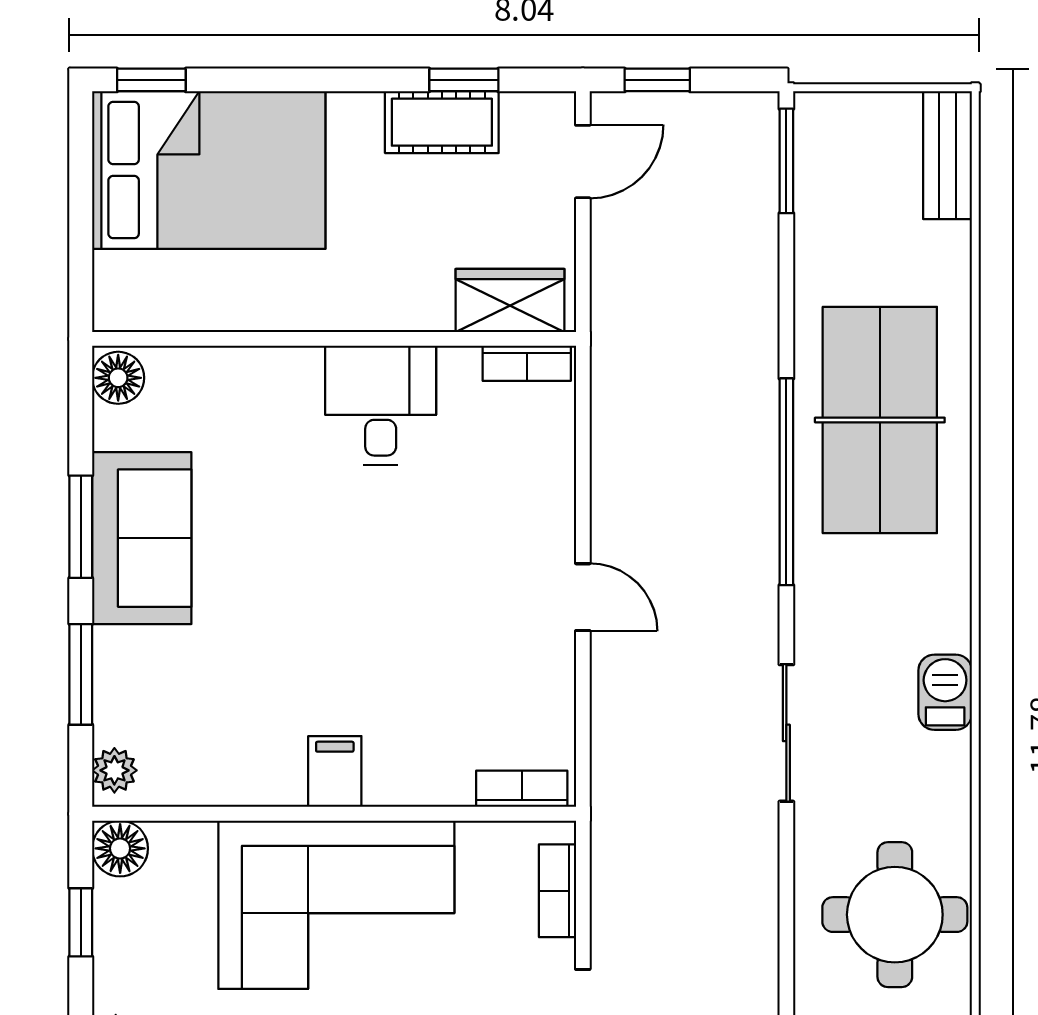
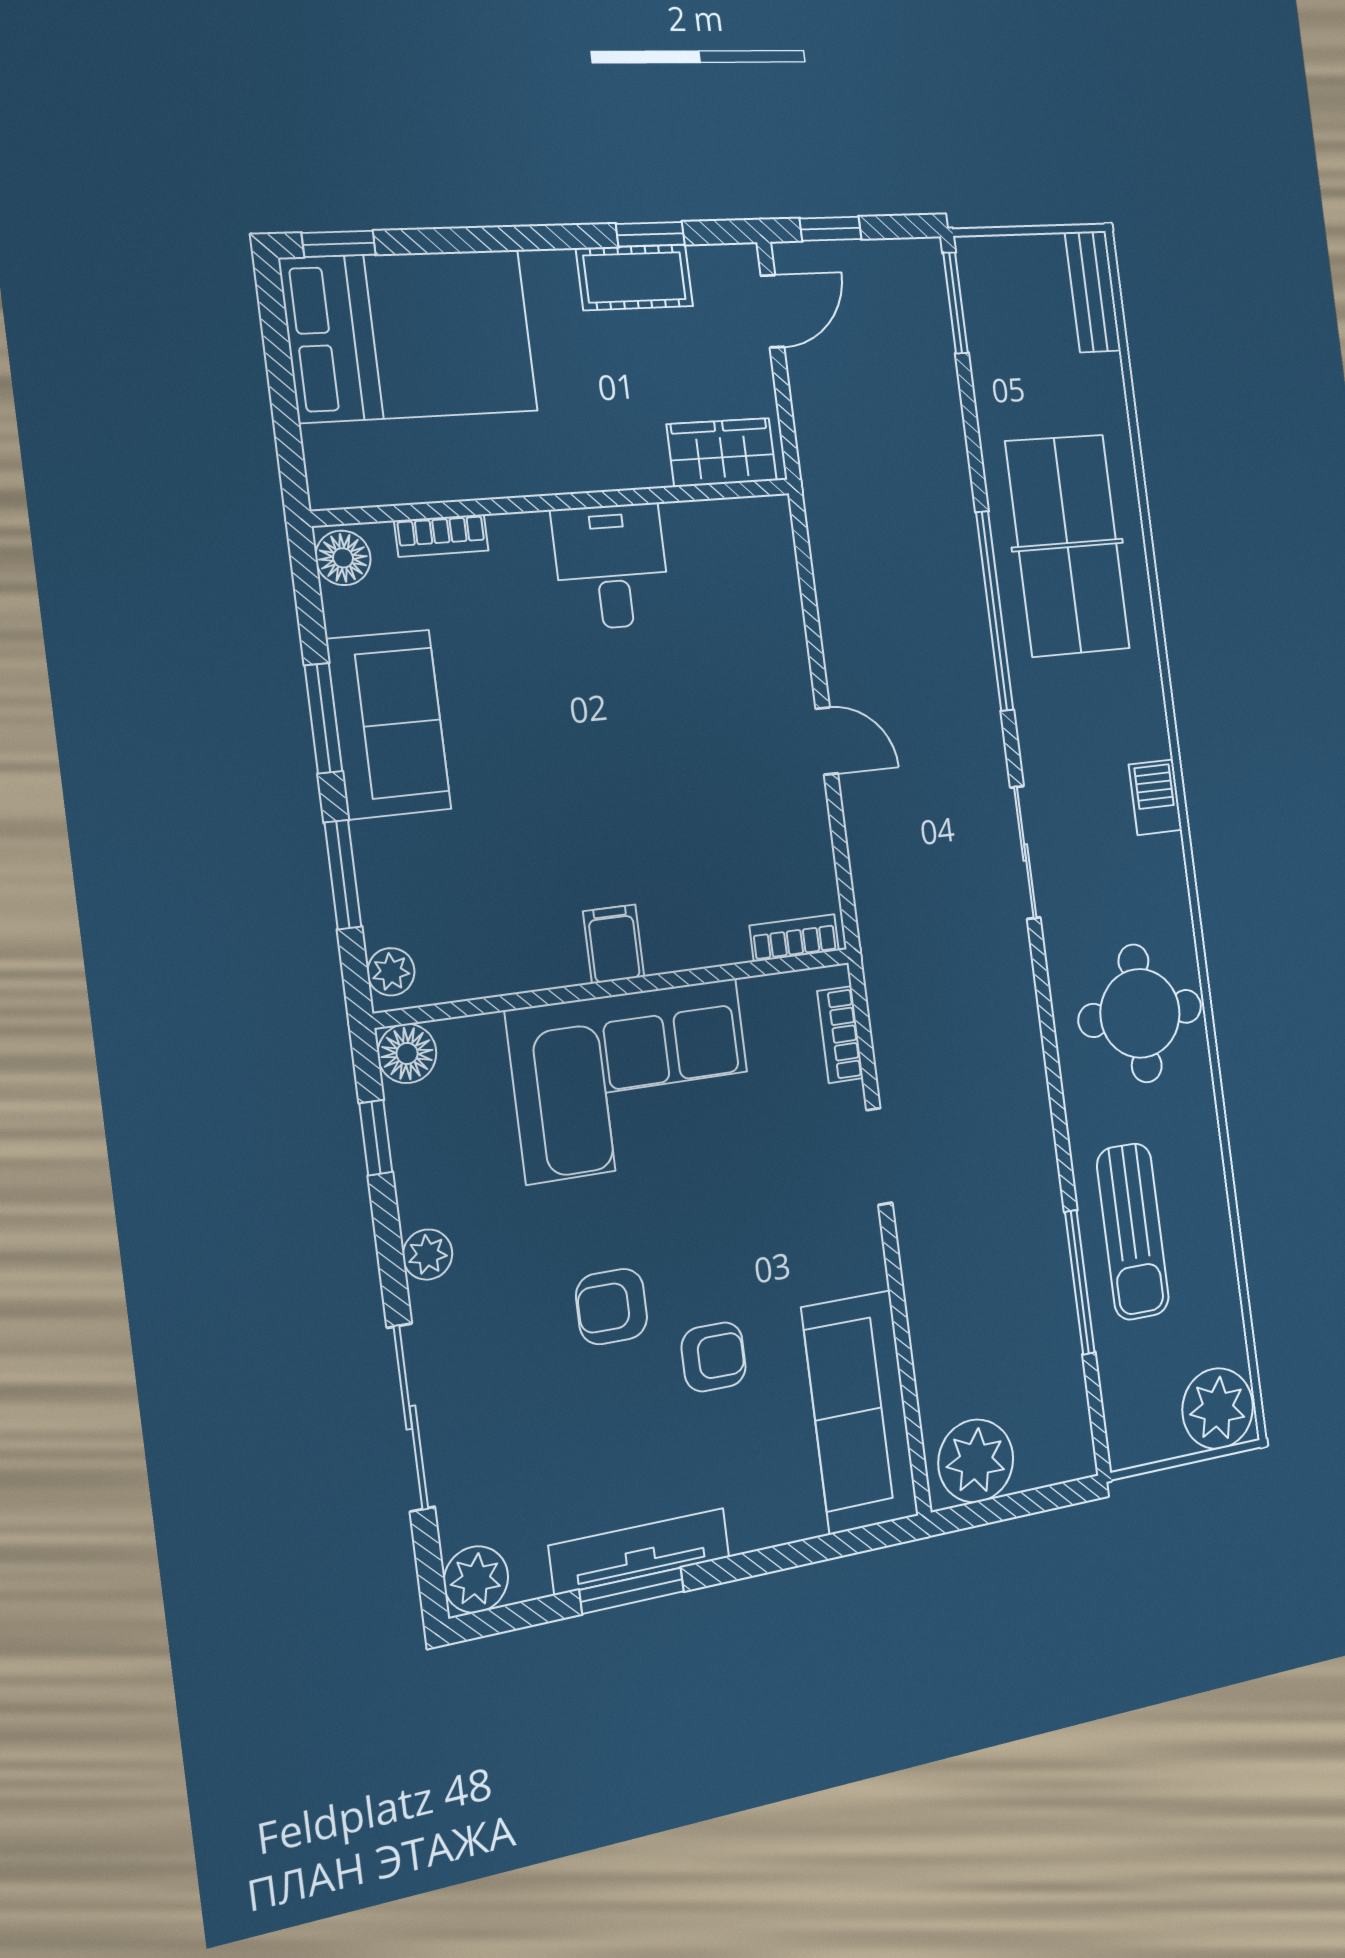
bookcase: (527, 363) -> (441, 536), moved

